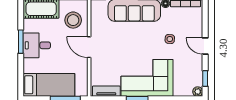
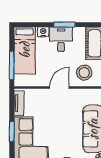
nightstand: (29, 65) -> (43, 32), added

